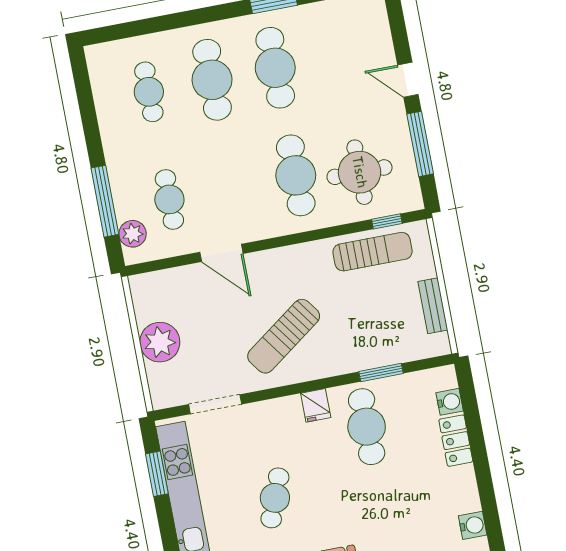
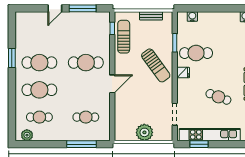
round table: (360, 172) -> (90, 36), removed
plant: (133, 234) -> (27, 135), moved
door: (221, 253) -> (112, 84), moved
sun lounger: (284, 336) -> (156, 65), moved
locker: (456, 441) -> (209, 17), removed

